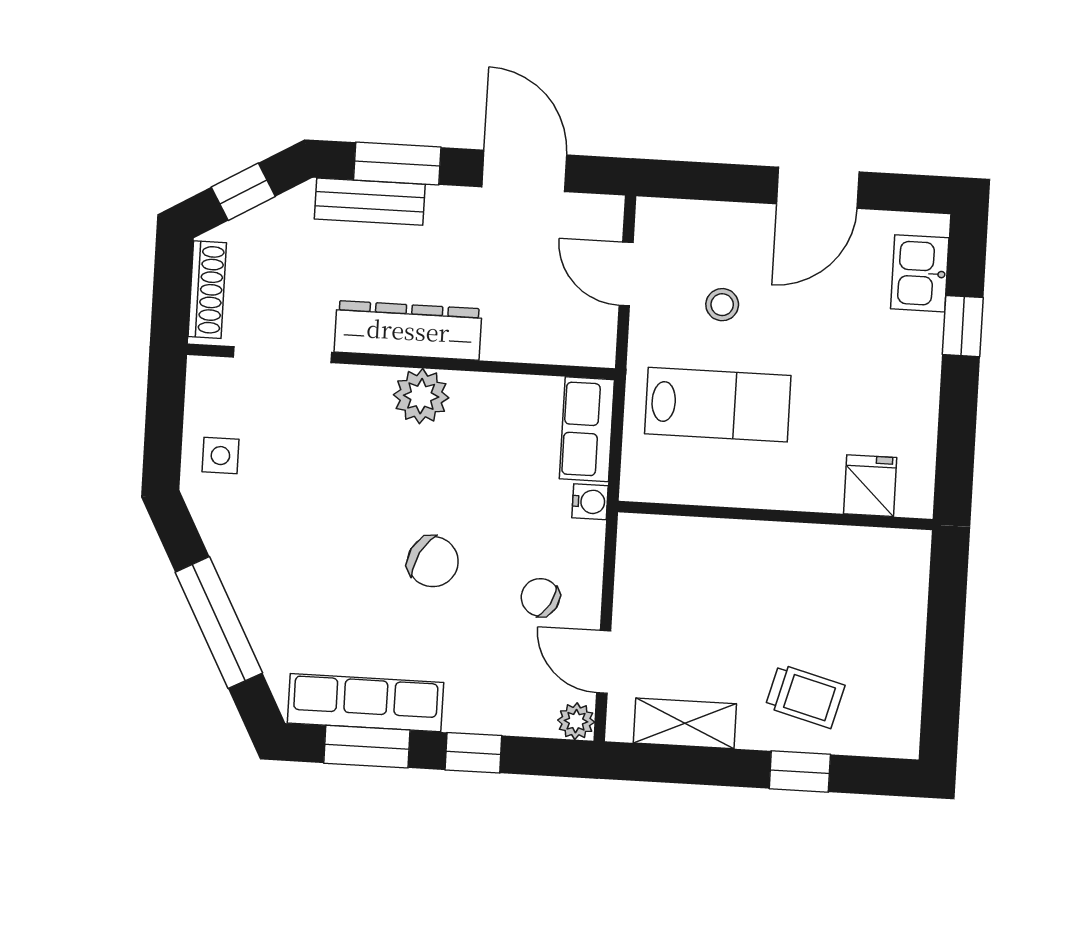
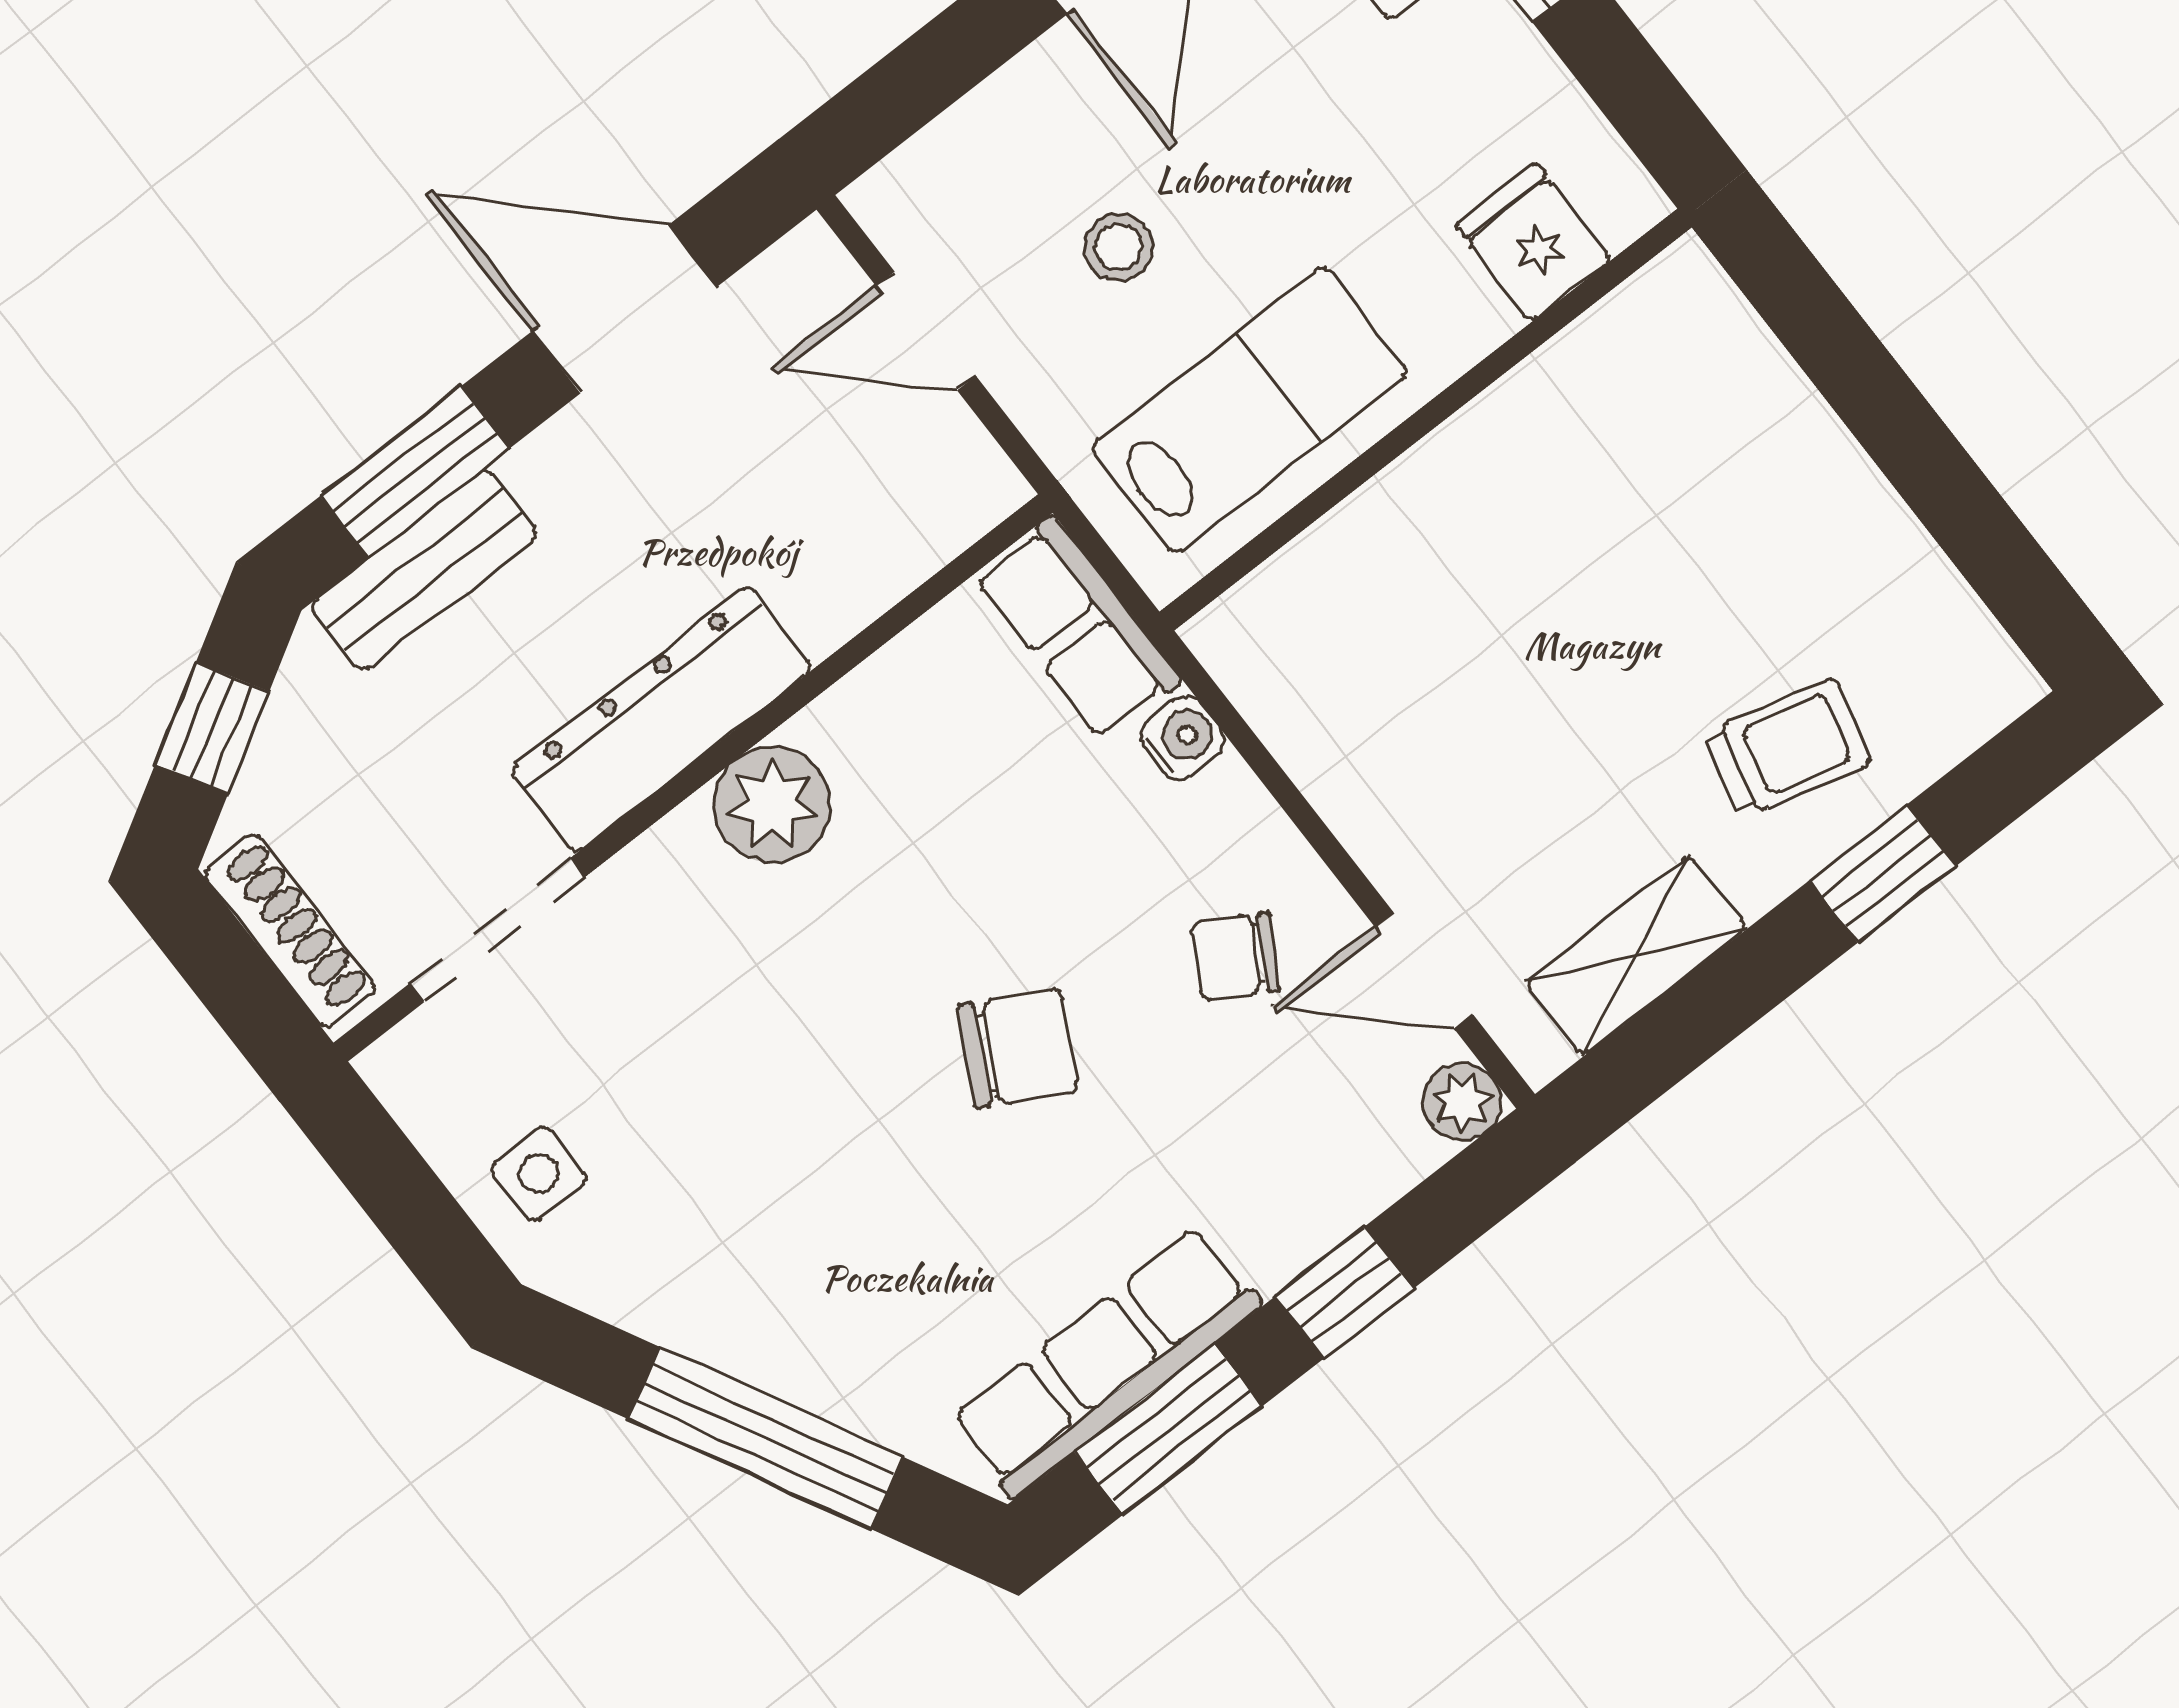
fridge: (870, 486) -> (1534, 242), moved
wall: (775, 516) -> (1426, 420), moved

